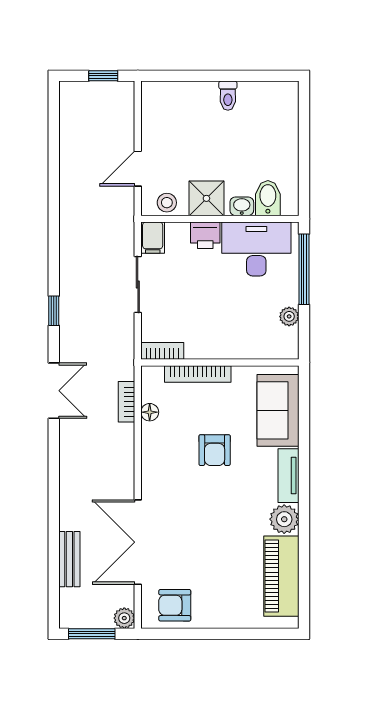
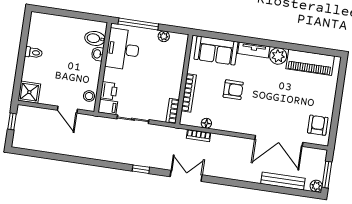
shower: (206, 198) -> (29, 92), moved
printer: (205, 235) -> (109, 91), moved
bench: (69, 559) -> (283, 181), width x1.36
armchair: (175, 605) -> (318, 125), turned 180
plant: (124, 618) -> (316, 186), moved

